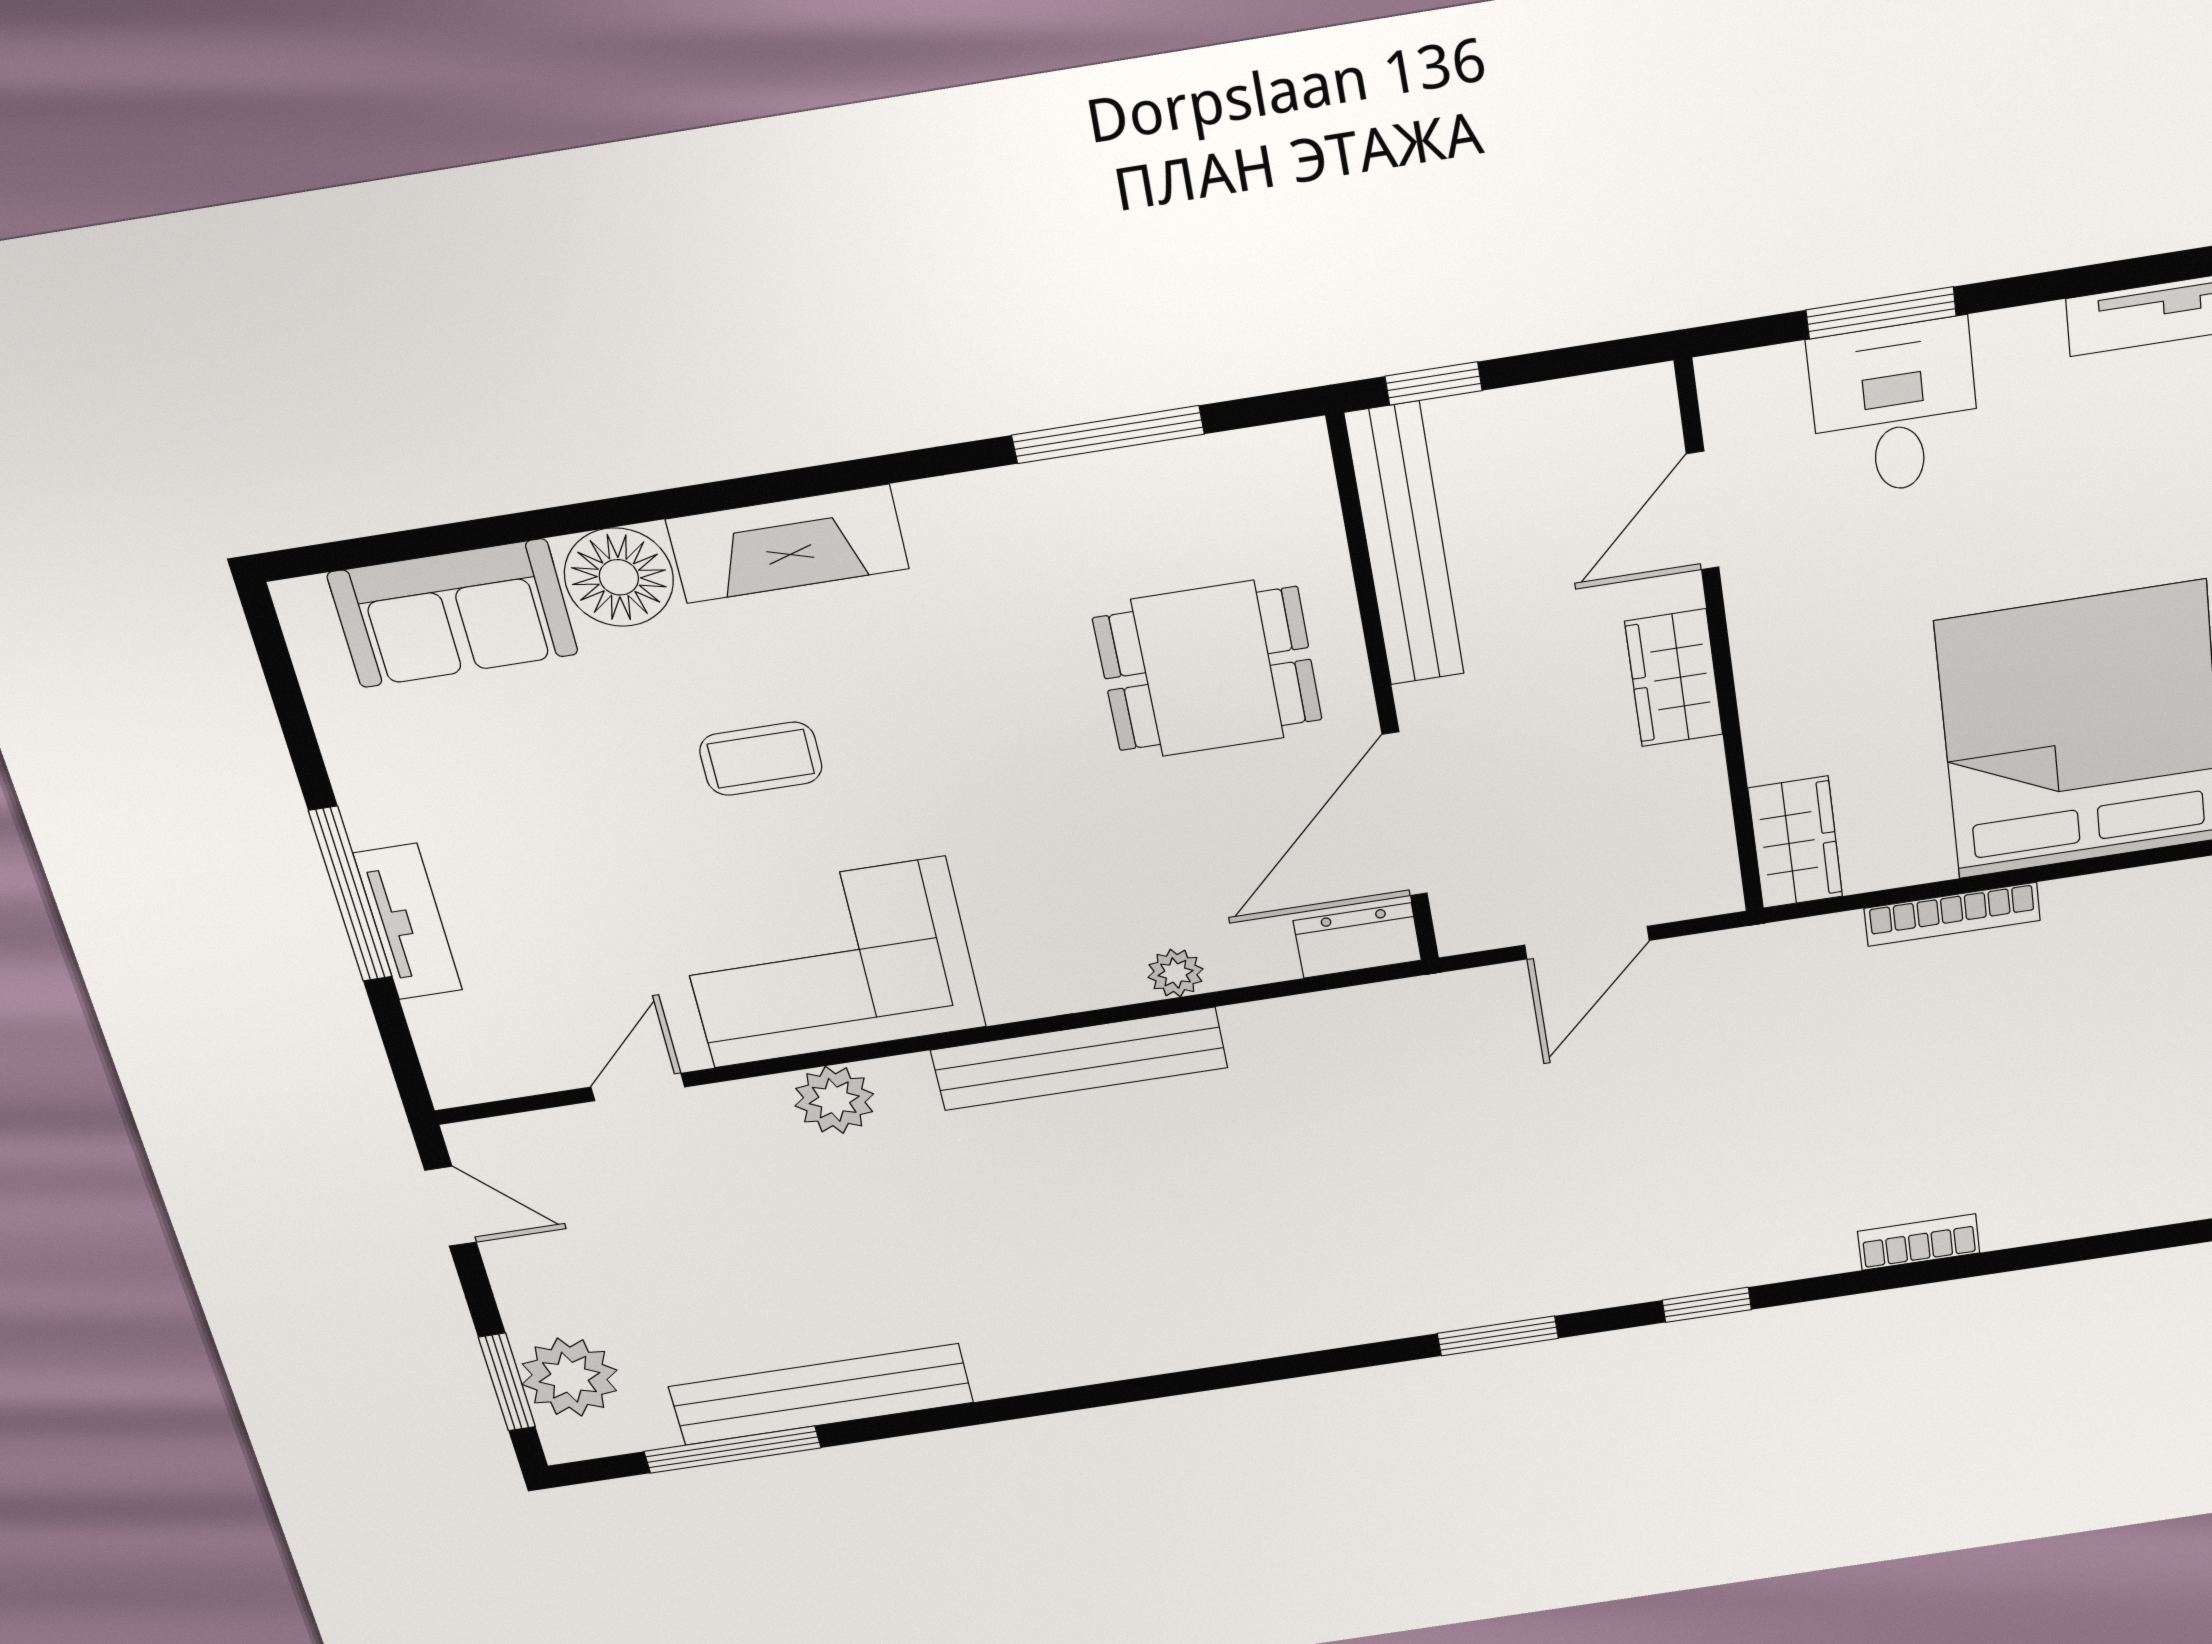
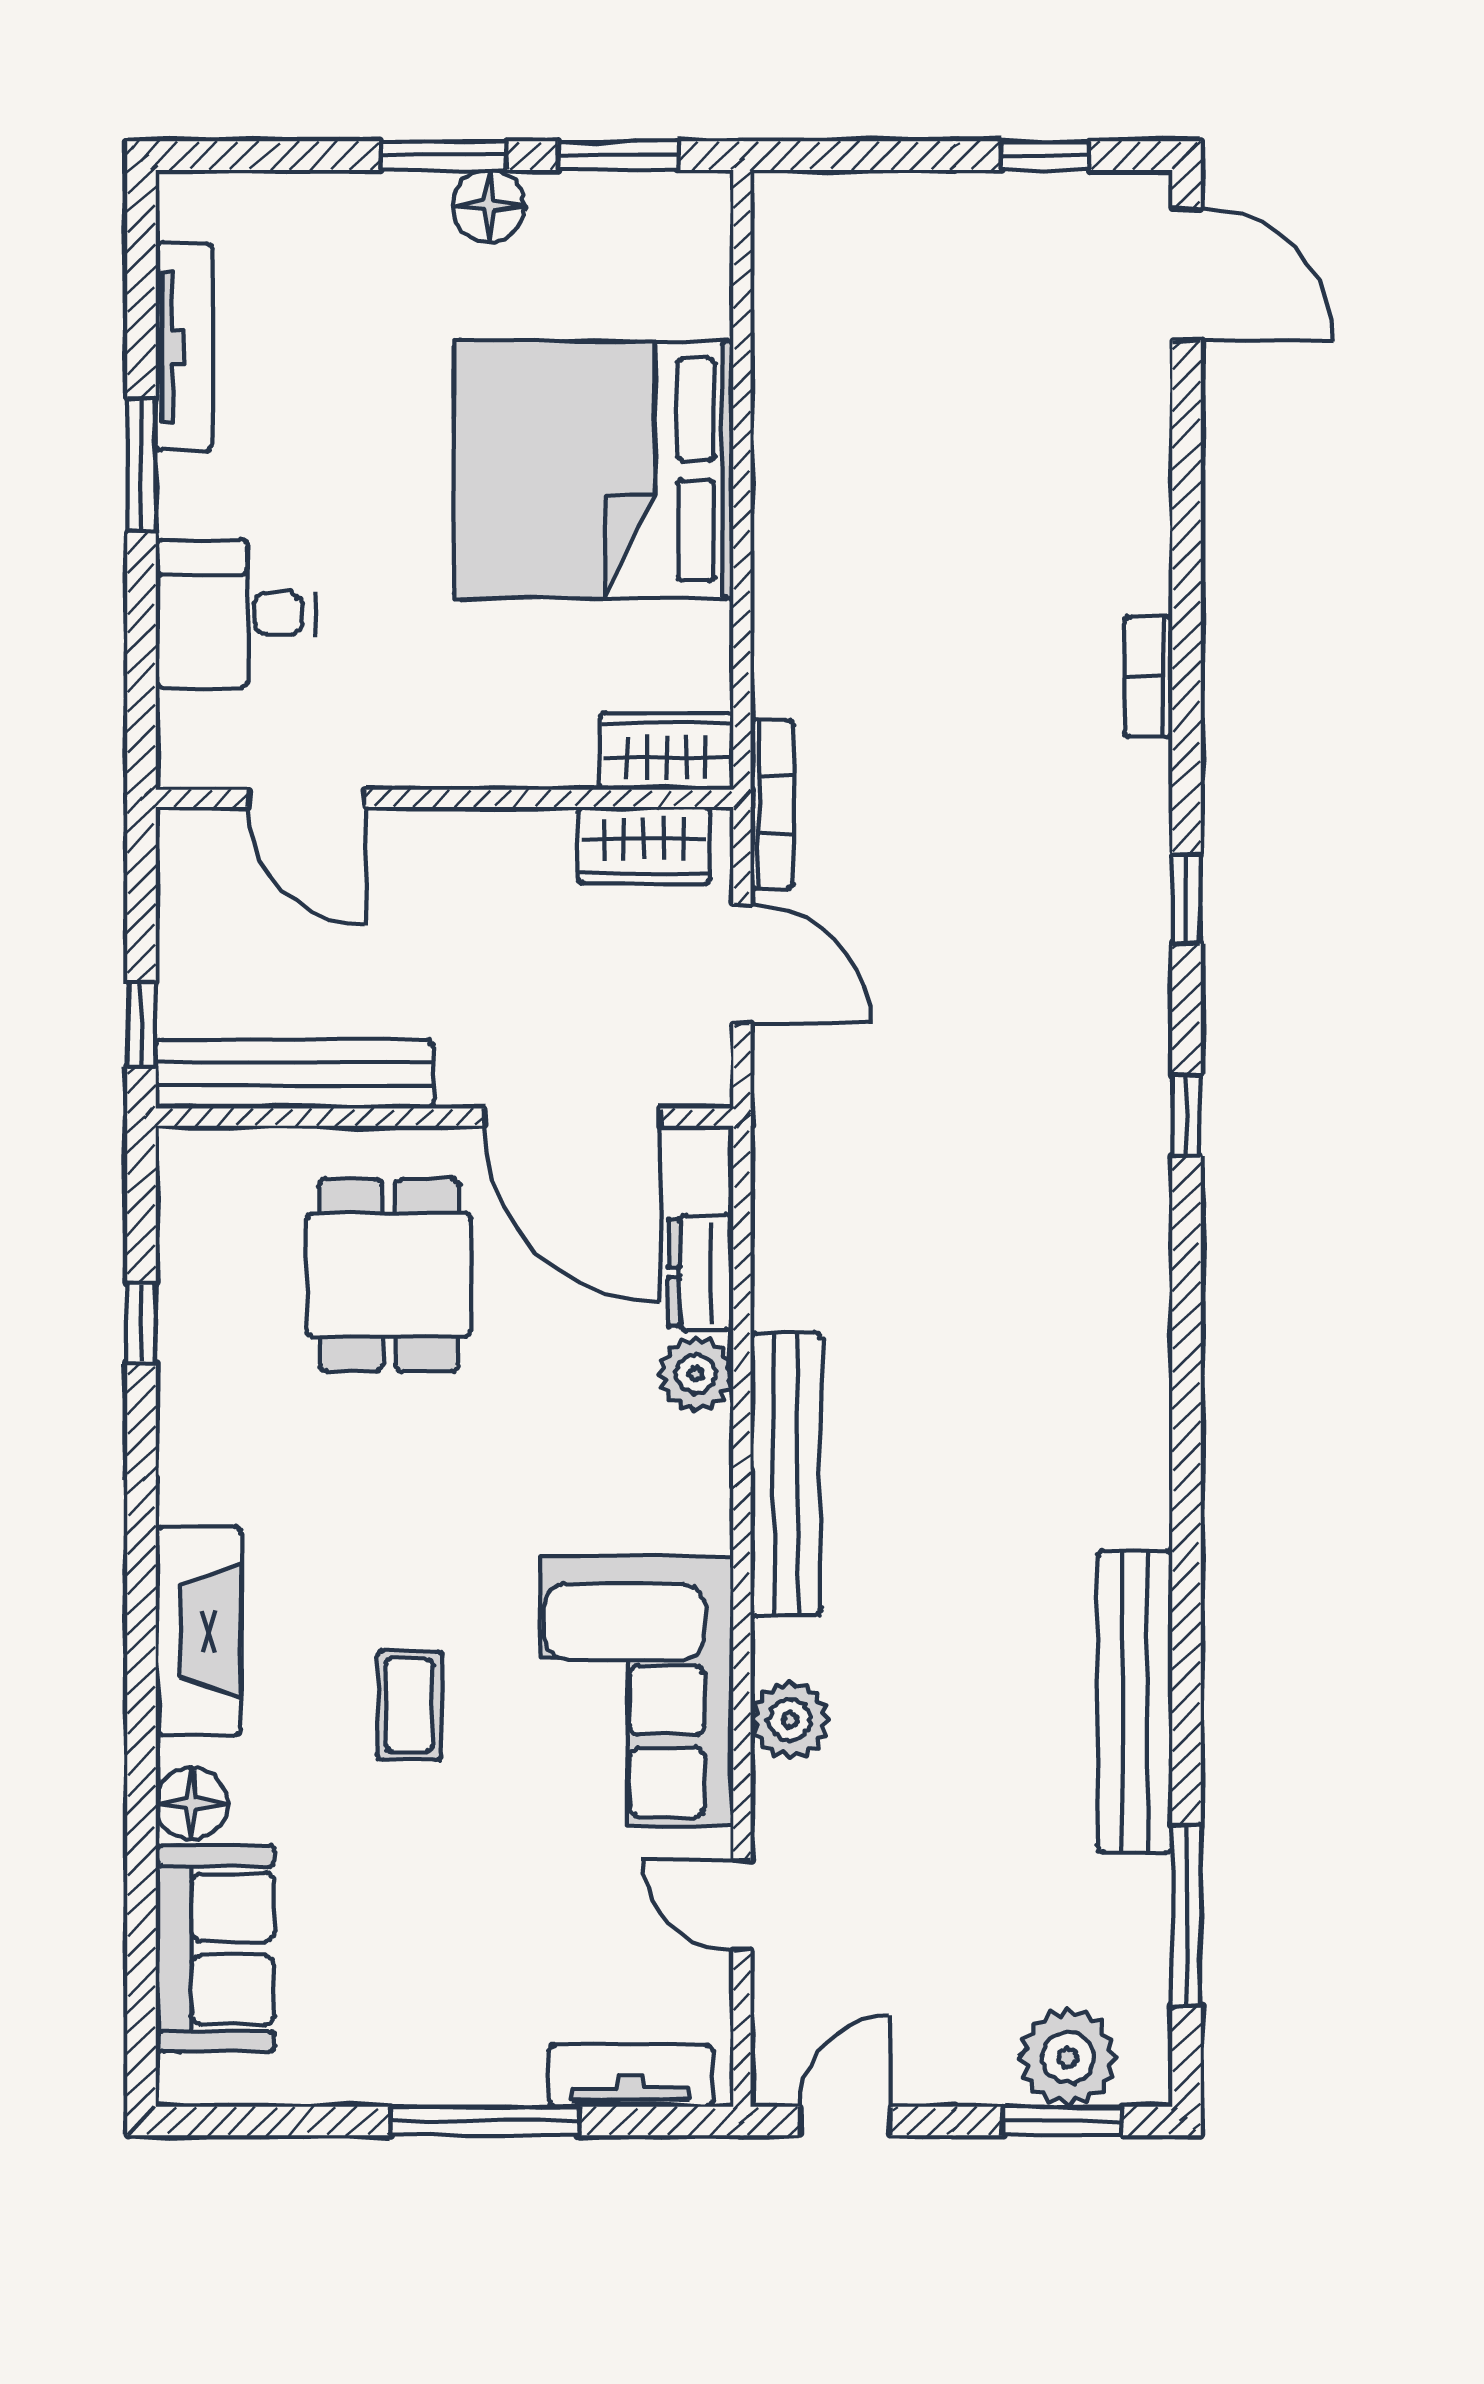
window: (1881, 313) -> (141, 465), moved
window: (1108, 435) -> (141, 1322), width x0.46
floor lamp: (619, 577) -> (192, 1804), width x0.73, depth x0.73
wardrobe: (1674, 678) -> (644, 846), moved
bookcase: (1952, 914) -> (772, 804), moved
tv unit: (408, 922) -> (630, 2076), moved
dresser: (1357, 941) -> (701, 1273), moved
plant: (1175, 973) -> (696, 1374), width x1.38, depth x1.38
window: (1498, 1336) -> (1186, 1115), width x0.67
bench: (821, 1395) -> (1135, 1702), moved

